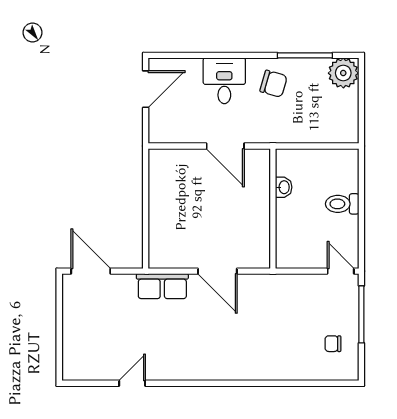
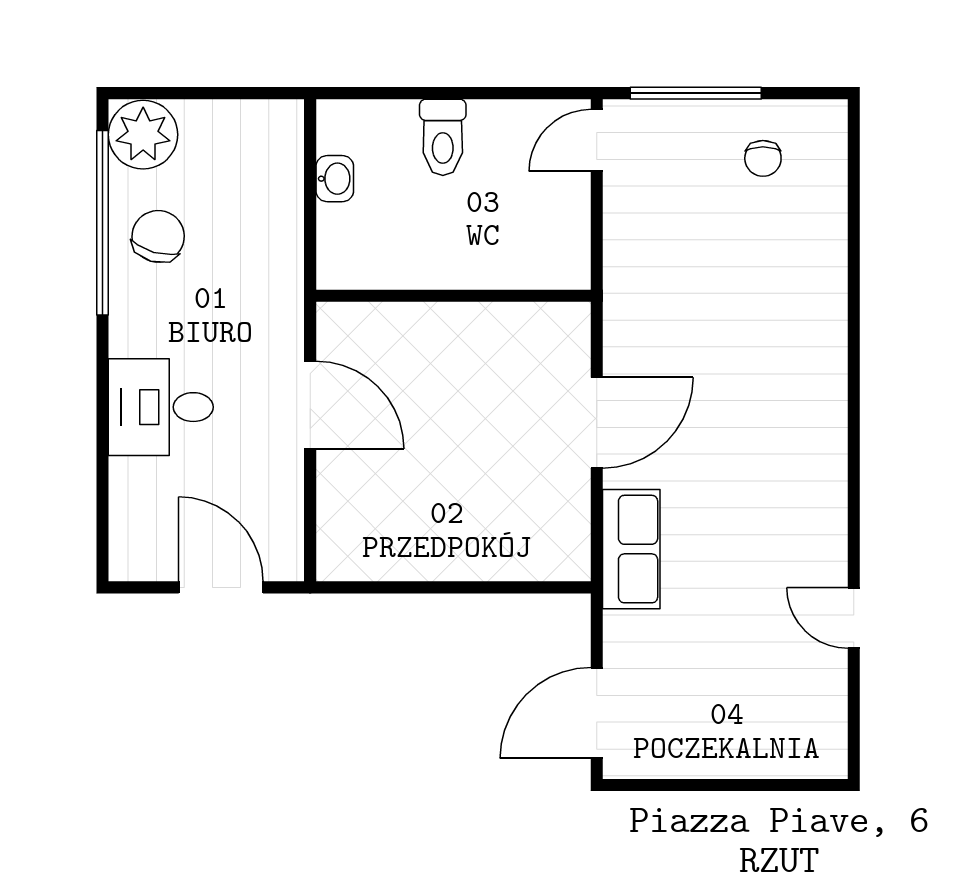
window: (305, 55) -> (103, 223), width x1.46
chair: (274, 84) -> (158, 236), moved
door: (146, 89) -> (221, 587), moved
door: (225, 146) -> (310, 405), hinge flipped
washbasin: (284, 187) -> (335, 179), moved, turned 90

